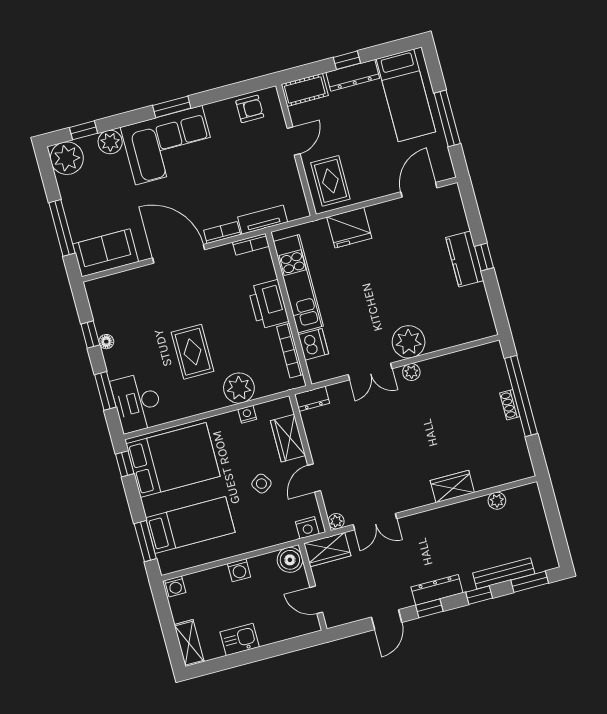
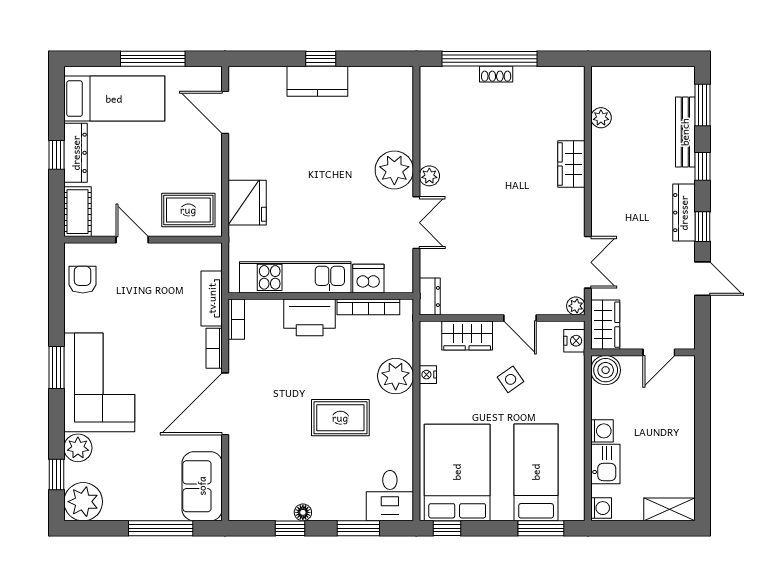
desk: (137, 402) -> (390, 496), width x0.73
kitchen sink: (240, 640) -> (605, 464), moved, turned 180

